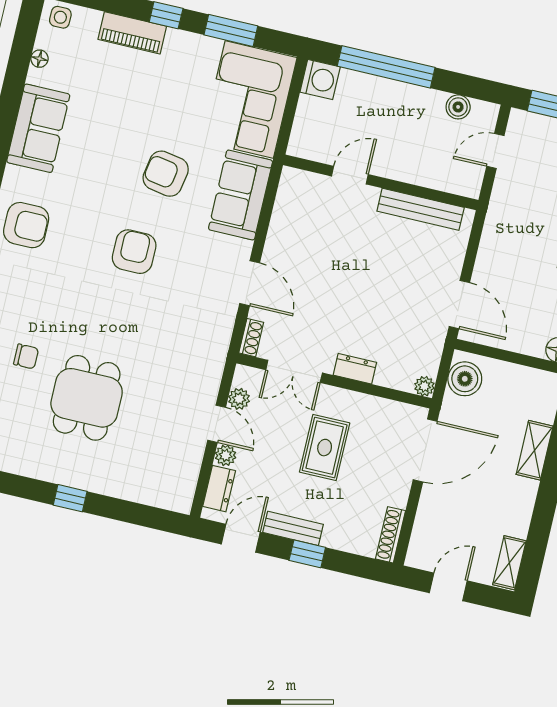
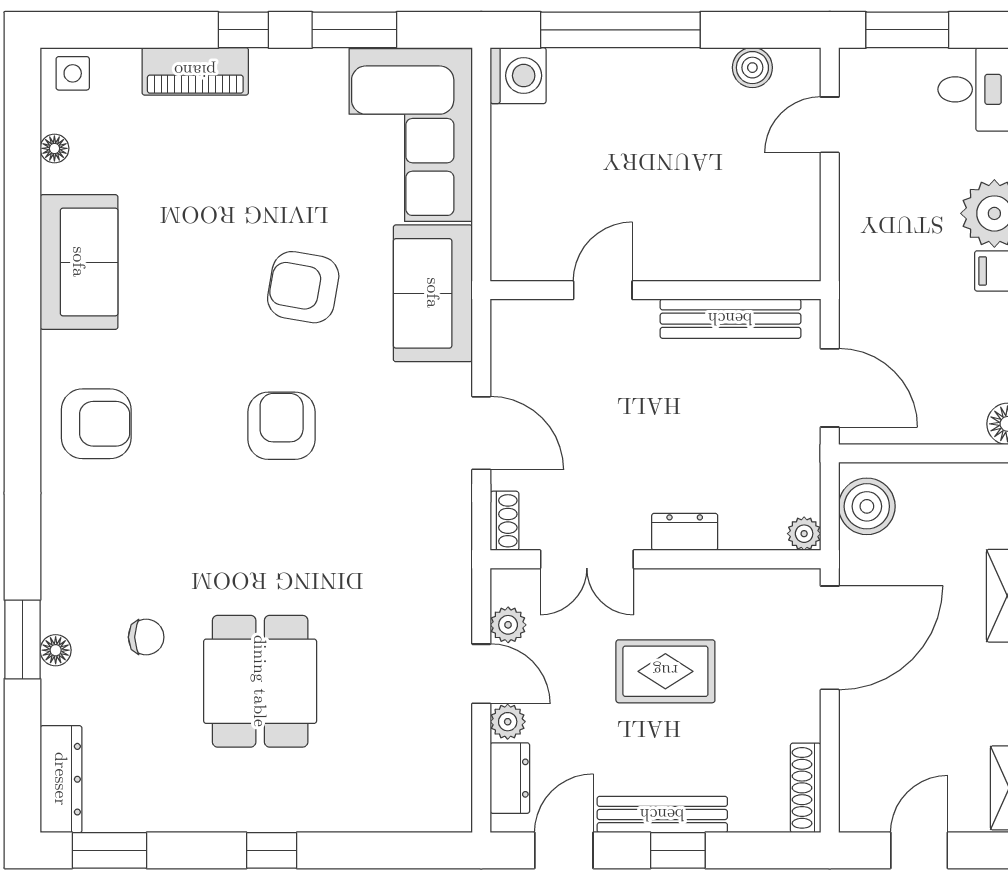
door: (350, 175) -> (603, 290), moved
wall: (381, 182) -> (655, 290), moved
bench: (421, 209) -> (730, 319), moved
rug: (325, 448) -> (665, 671), turned 90
bench: (293, 528) -> (662, 815), width x1.36

